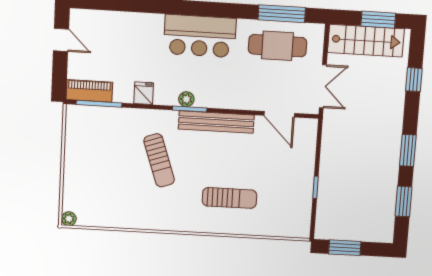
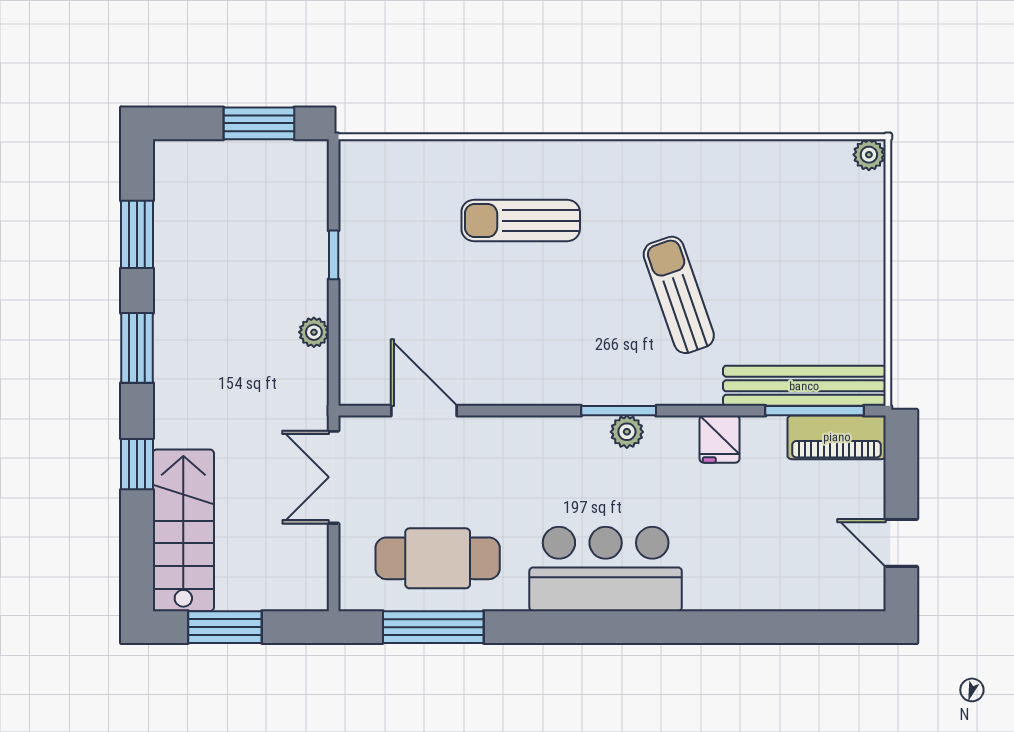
stairs: (366, 41) -> (183, 530), moved, turned 90
window: (414, 80) -> (137, 464), moved
bench: (216, 122) -> (804, 386), moved
plant: (327, 153) -> (314, 332), added

